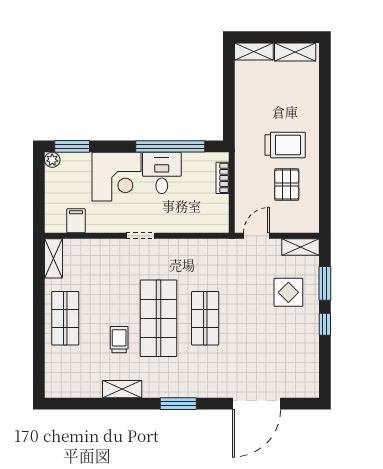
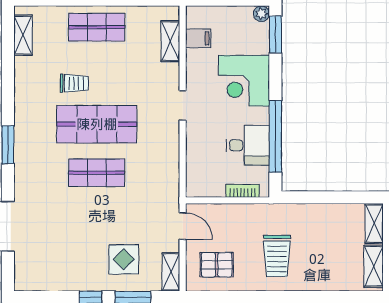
desk: (162, 173) -> (248, 145), moved
pallet: (287, 185) -> (217, 265), moved
shelving: (54, 258) -> (170, 41), moved, turned 90
shelving: (122, 389) -> (23, 35), moved

